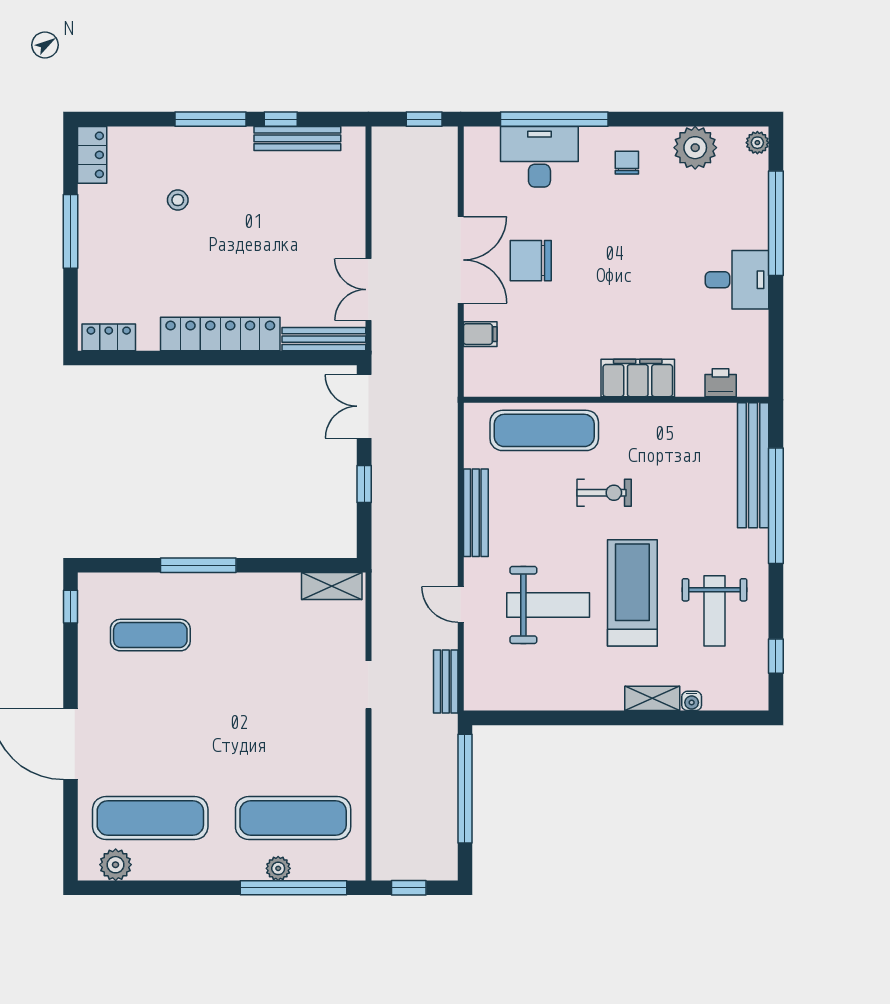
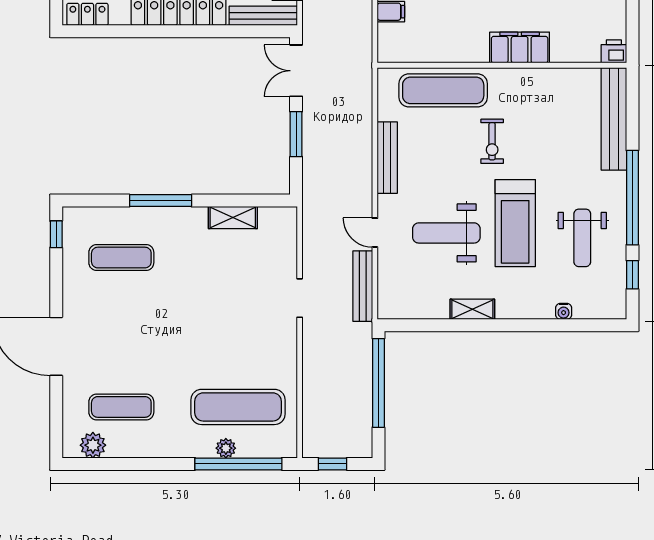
printer: (721, 383) -> (614, 51), moved
window: (364, 484) -> (296, 134), width x1.50
exercise bike: (604, 493) -> (492, 141), turned 90
window: (776, 506) -> (632, 198), moved
shelving: (332, 586) -> (233, 217), moved
treadmill: (632, 593) -> (515, 223), turned 180
weight bench: (548, 605) -> (446, 233), turned 180
bench: (446, 682) -> (363, 286), width x1.36
shelving: (652, 698) -> (472, 309), moved
exercise mat: (150, 818) -> (121, 407), width x0.73, depth x0.69

